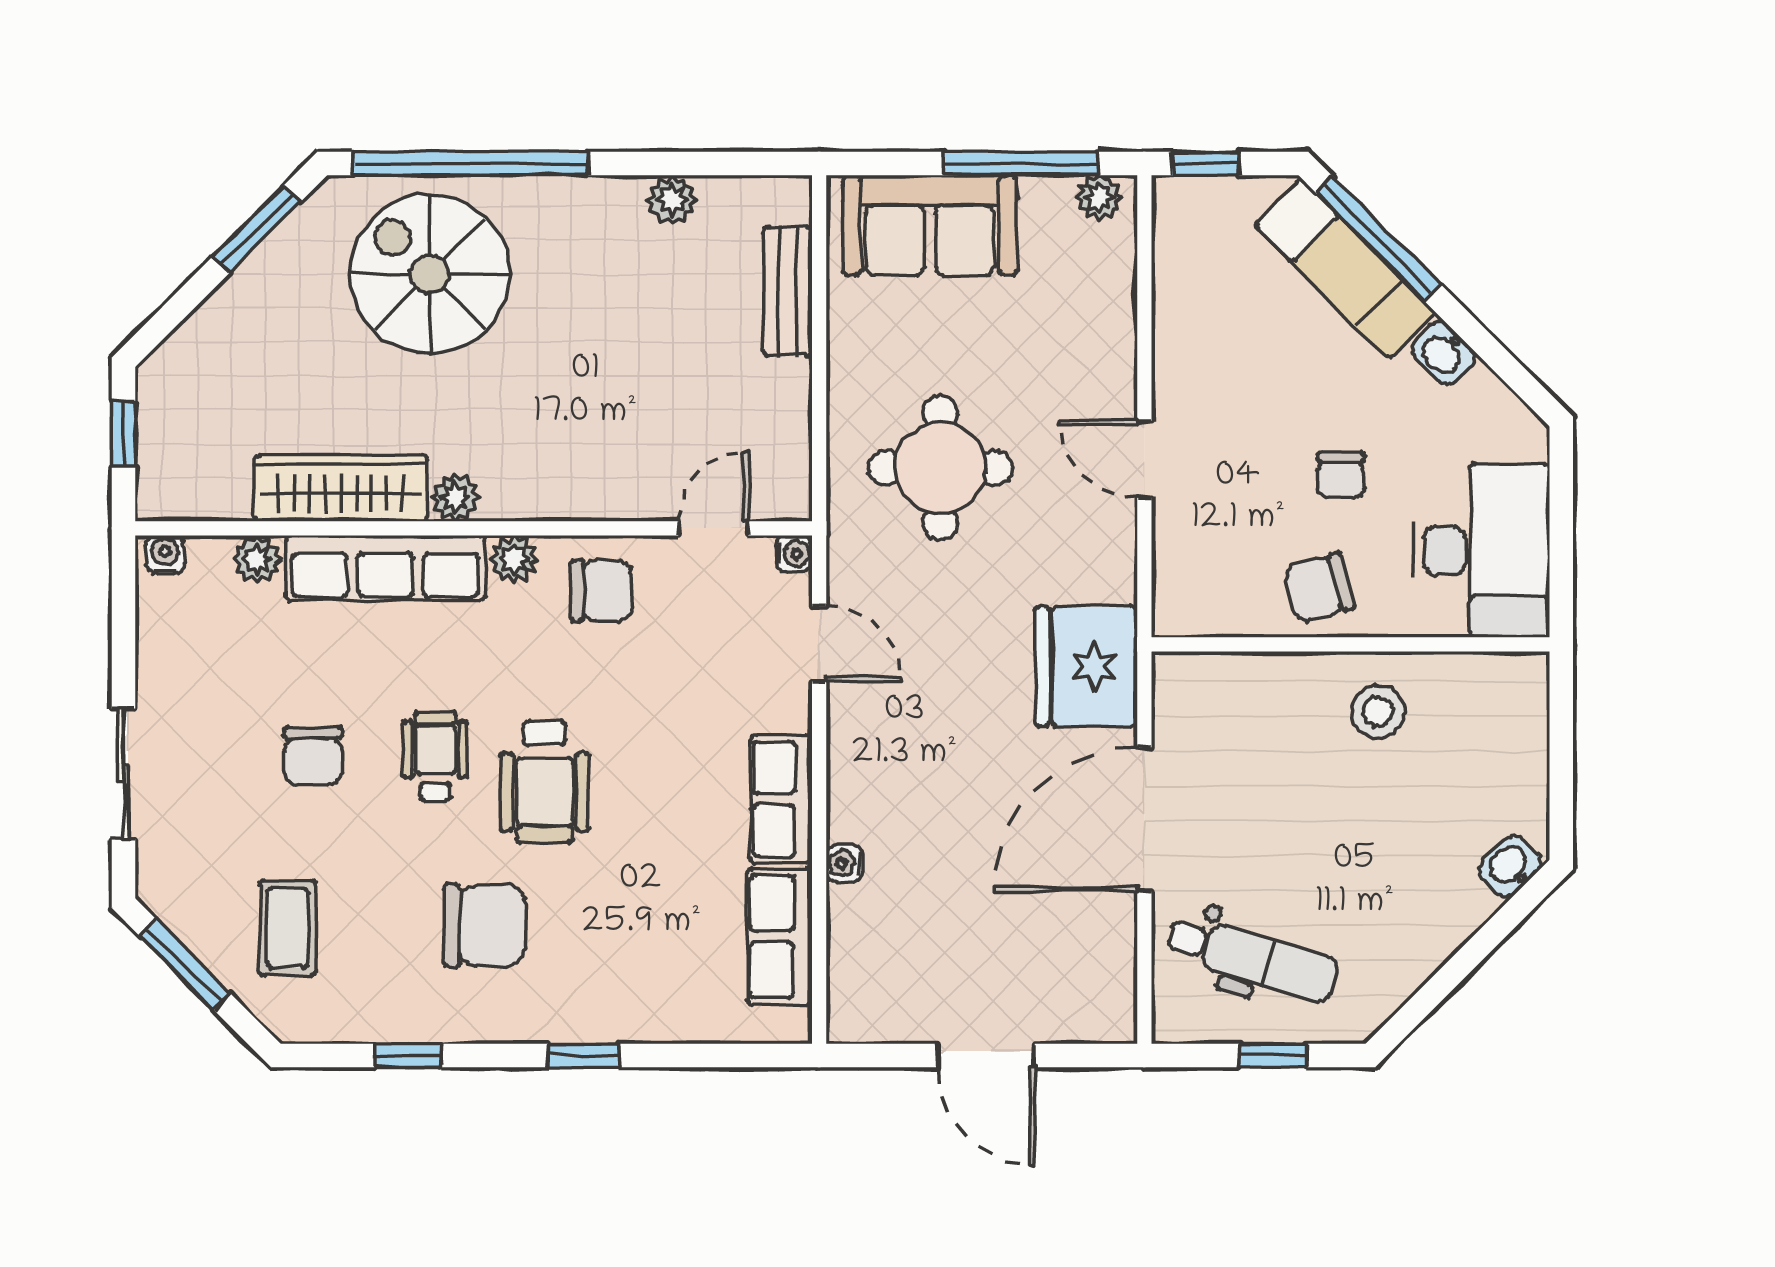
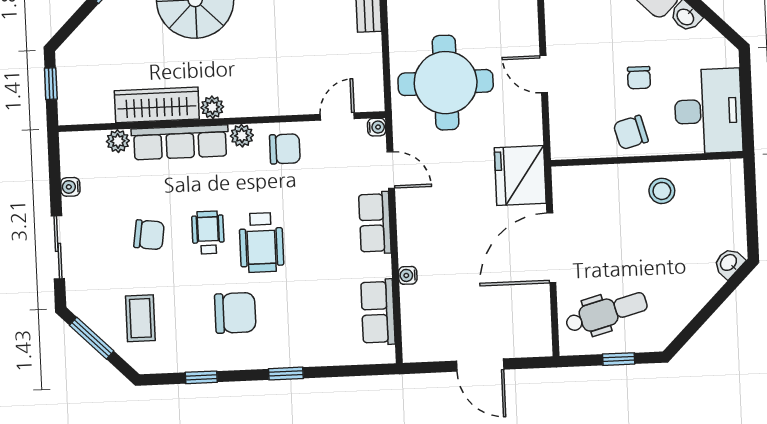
round table: (940, 468) -> (446, 83), width x1.36, depth x1.36
water cooler: (165, 555) -> (70, 187), moved, turned -90
chair: (313, 756) -> (149, 235), turned -82
row of seats: (781, 799) -> (375, 223), moved
dental chair: (1252, 958) -> (606, 313), turned -32

